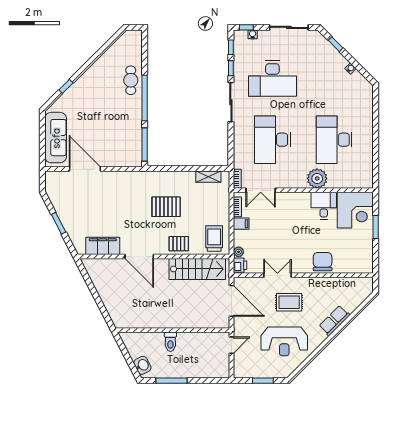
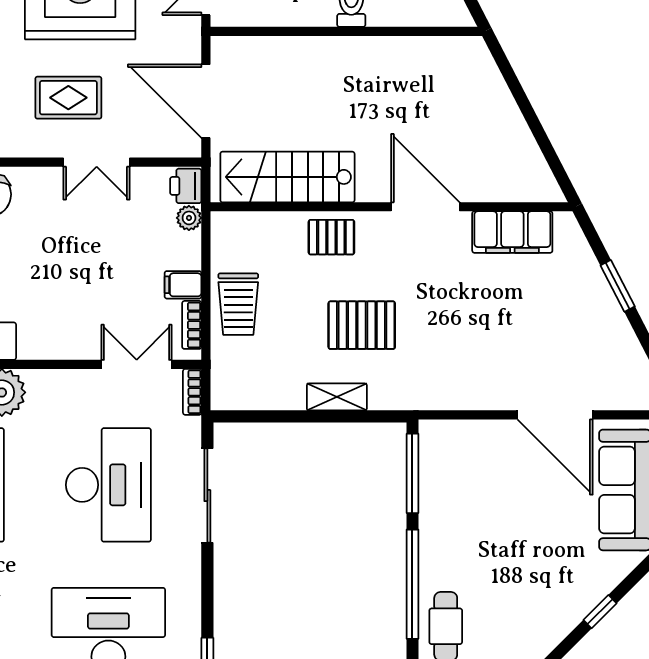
sliding door: (231, 102) -> (207, 496), moved
shelving: (208, 177) -> (337, 397), moved
trolley: (214, 239) -> (238, 304), moved

